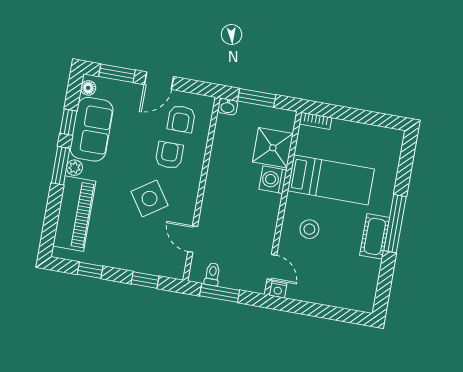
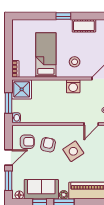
door: (159, 81) -> (9, 157), hinge flipped
shower: (273, 148) -> (22, 89), moved
armchair: (169, 155) -> (48, 145), turned 102
washing machine: (273, 180) -> (73, 86), moved
window: (395, 224) -> (63, 16), width x0.46
cot: (375, 236) -> (84, 26), moved

